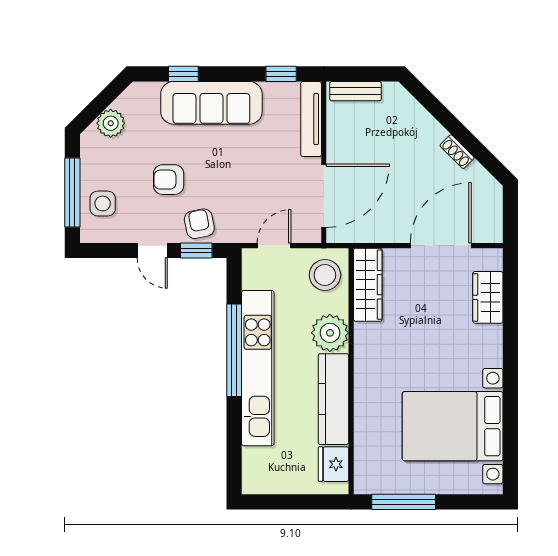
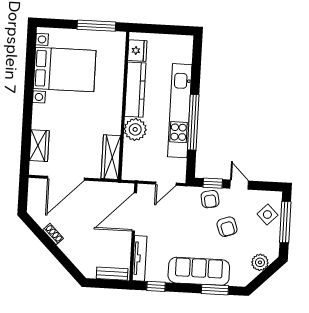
window: (183, 74) -> (215, 290), width x1.50
armchair: (169, 180) -> (227, 227), turned 70
side table: (103, 203) -> (267, 214), turned 45
stool: (325, 275) -> (136, 164), removed

